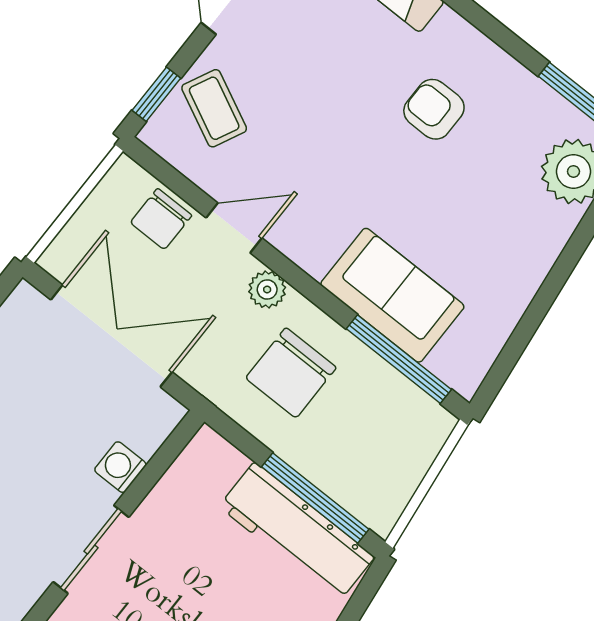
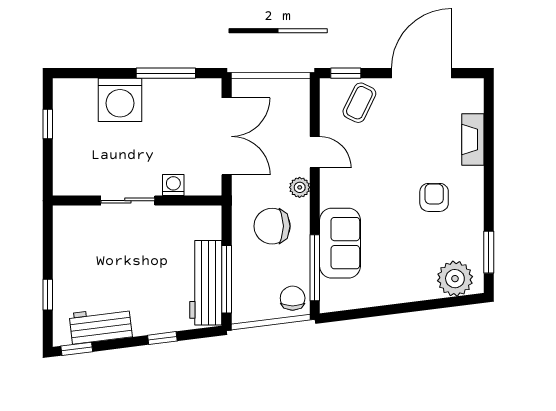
chair: (161, 219) -> (293, 298), moved, turned 90

